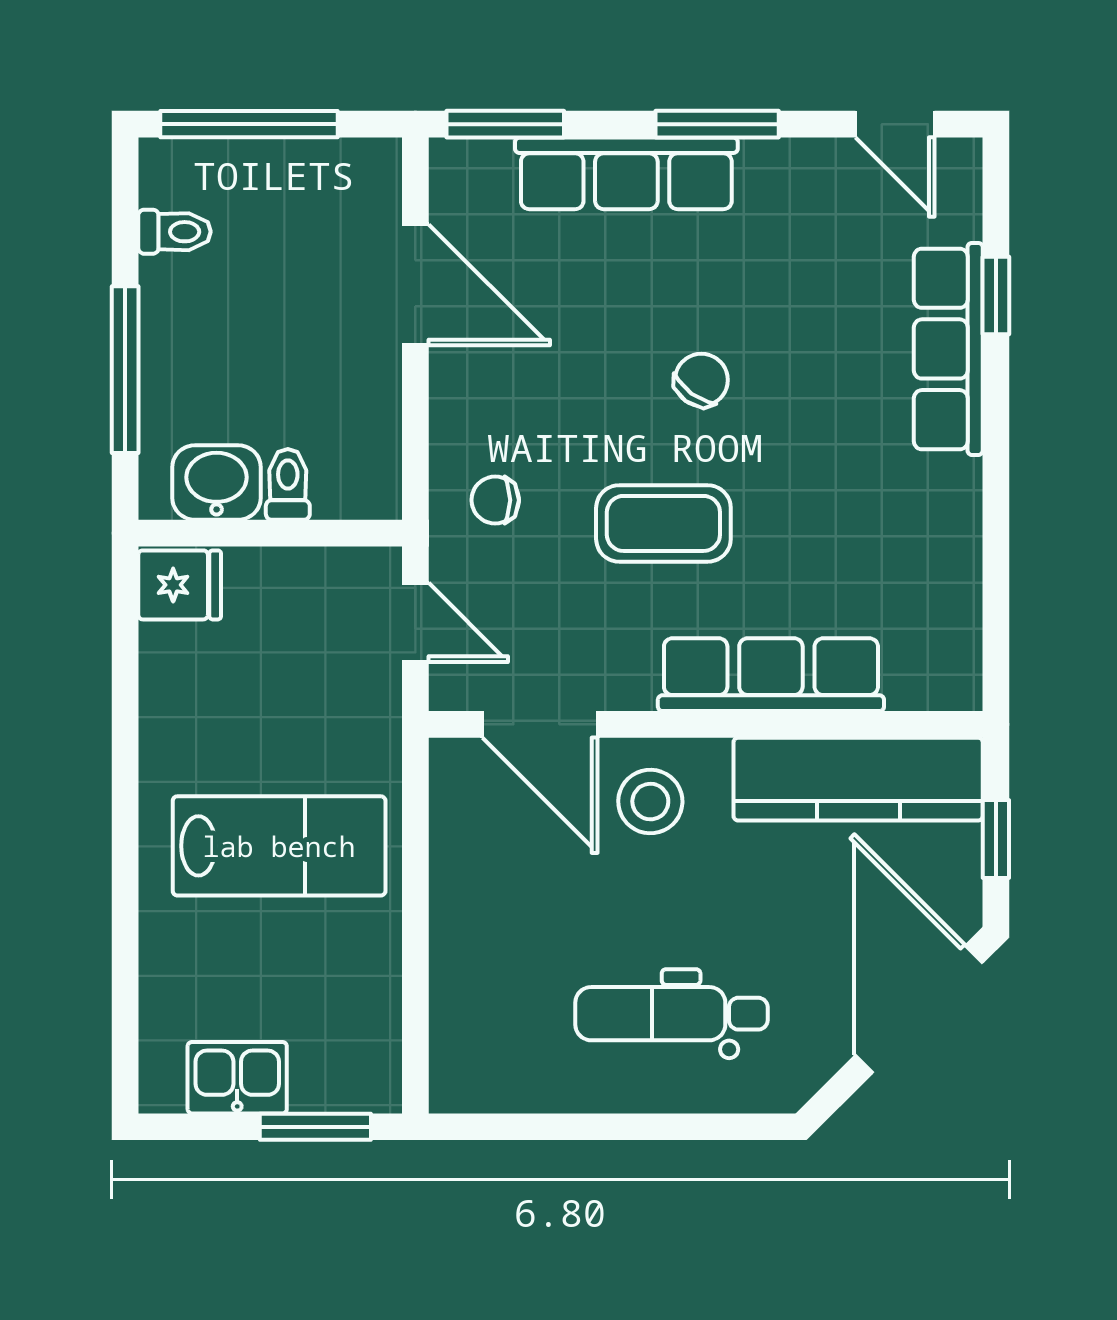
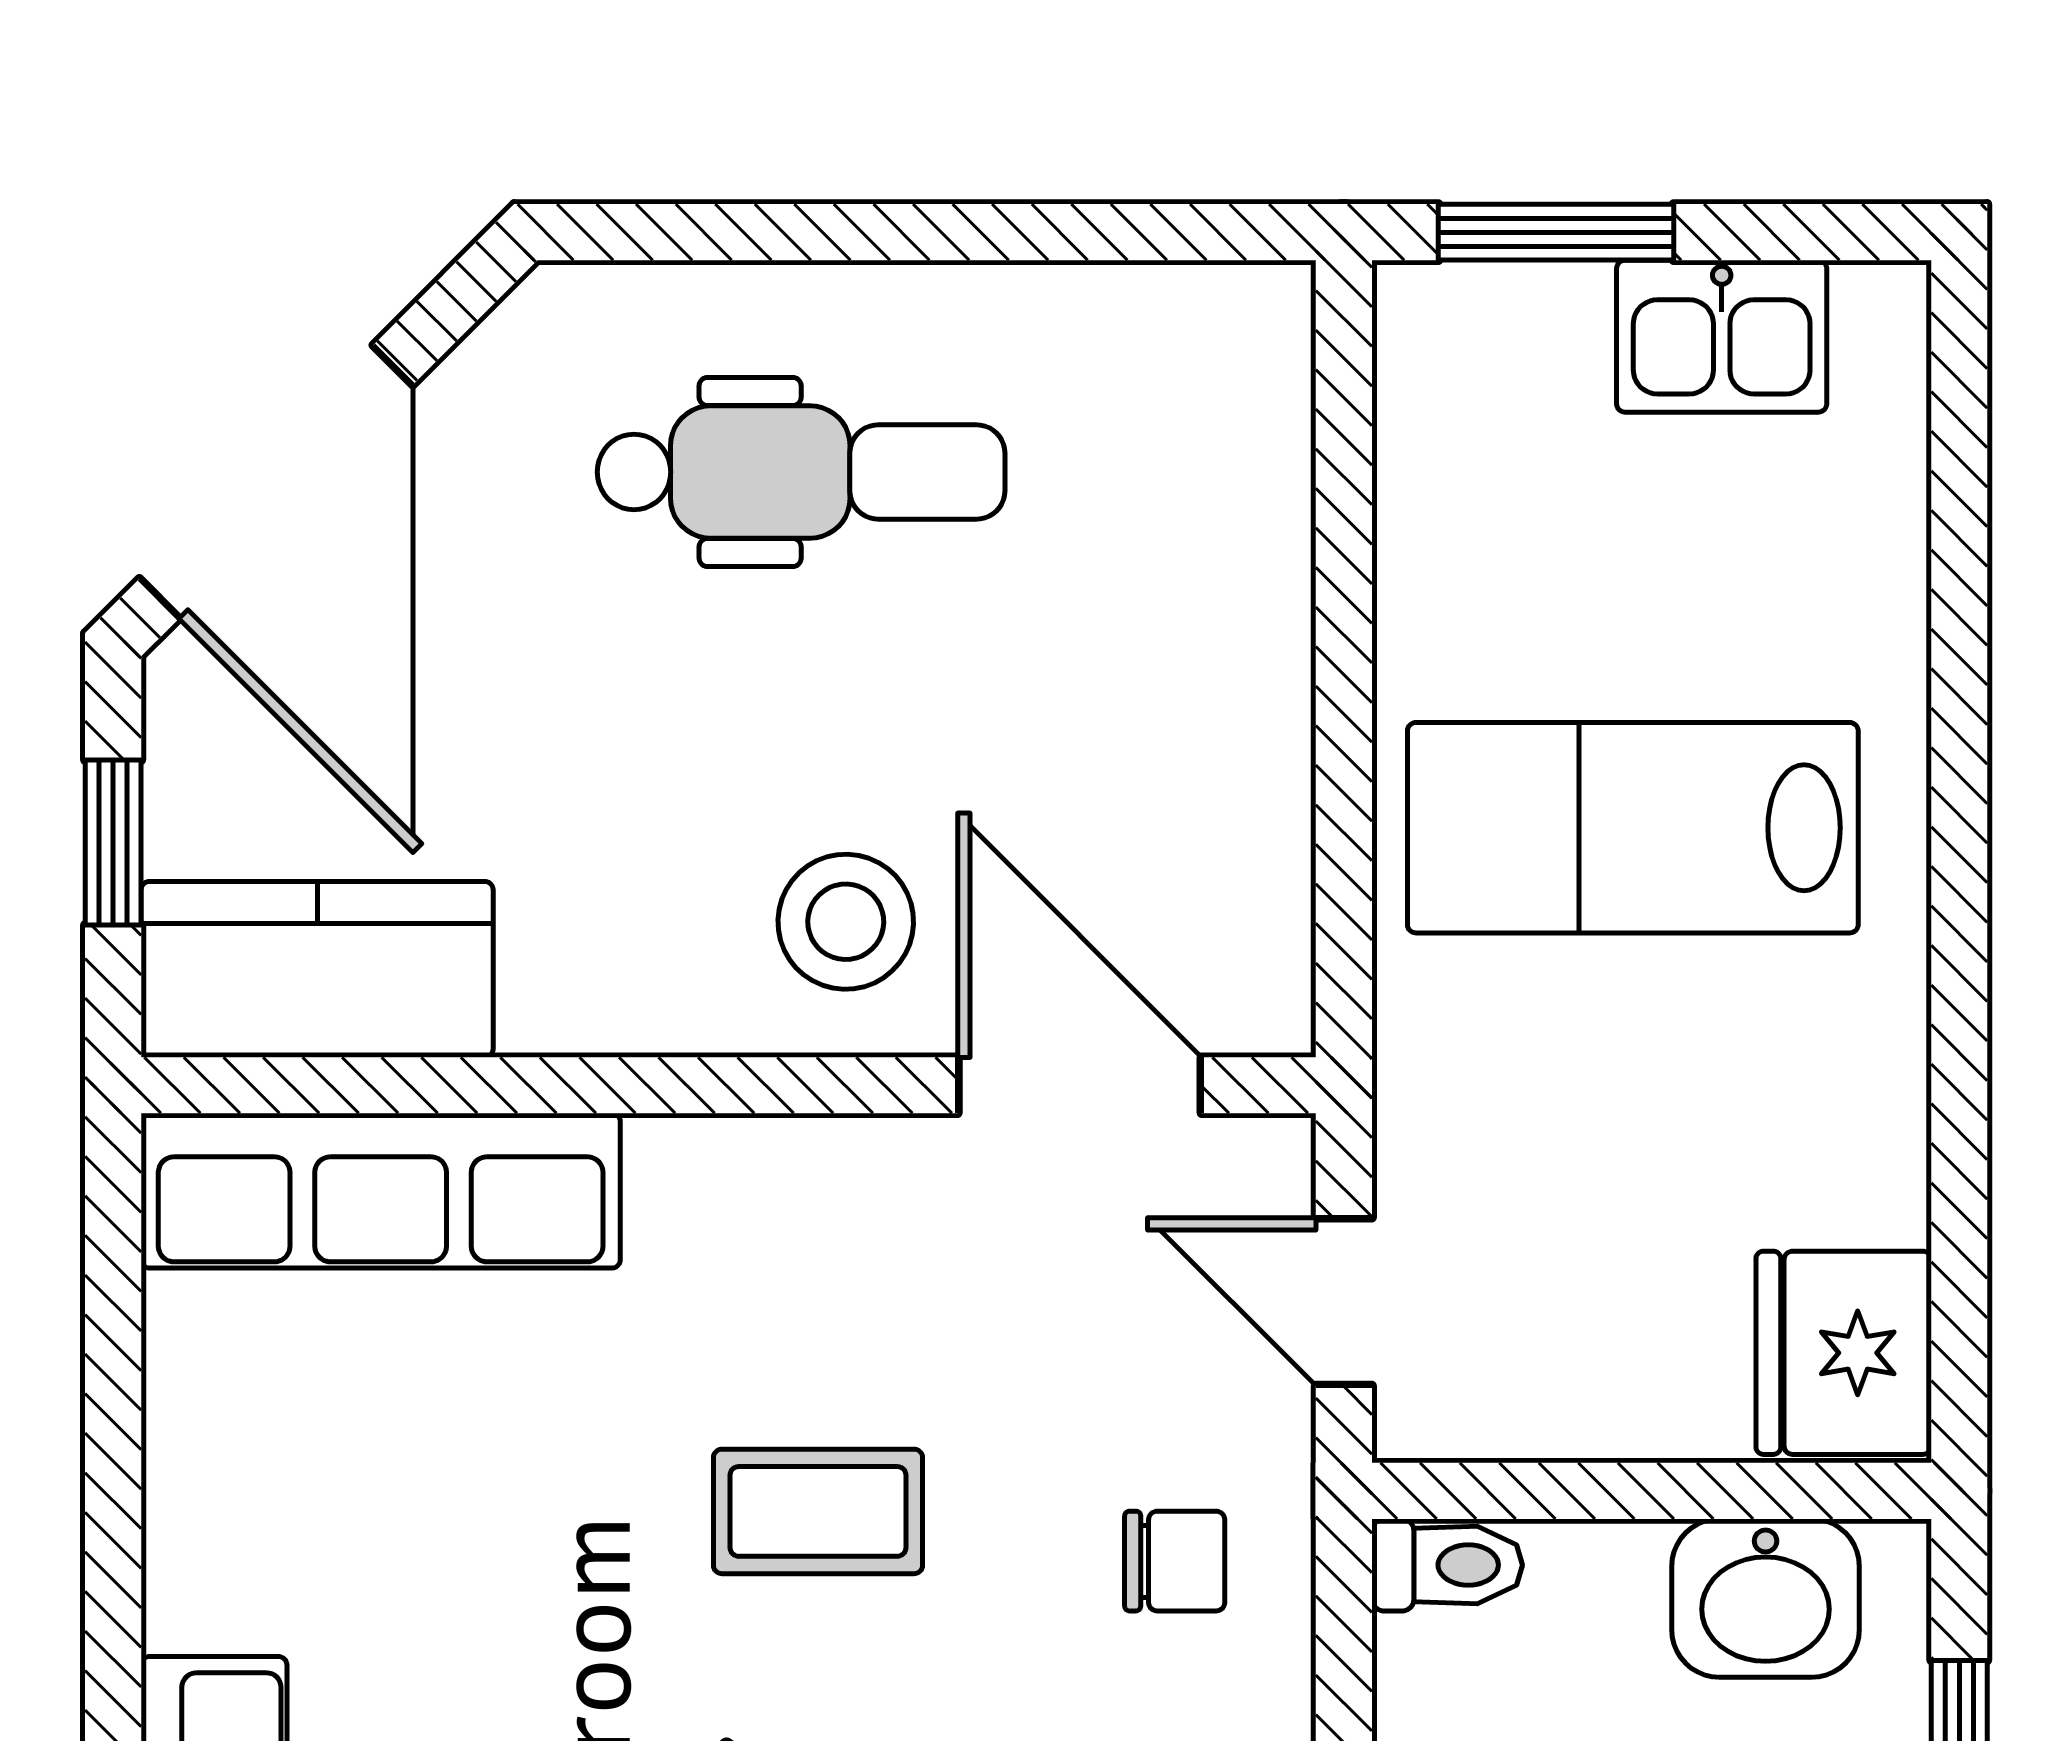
toilet: (288, 484) -> (1447, 1565), moved, turned -90
coffee table: (663, 523) -> (818, 1511), width x0.73, depth x0.77
fridge: (180, 585) -> (1844, 1353), width x1.38
row of seats: (771, 675) -> (381, 1191), moved
kitchen counter: (858, 779) -> (317, 969), width x0.67

